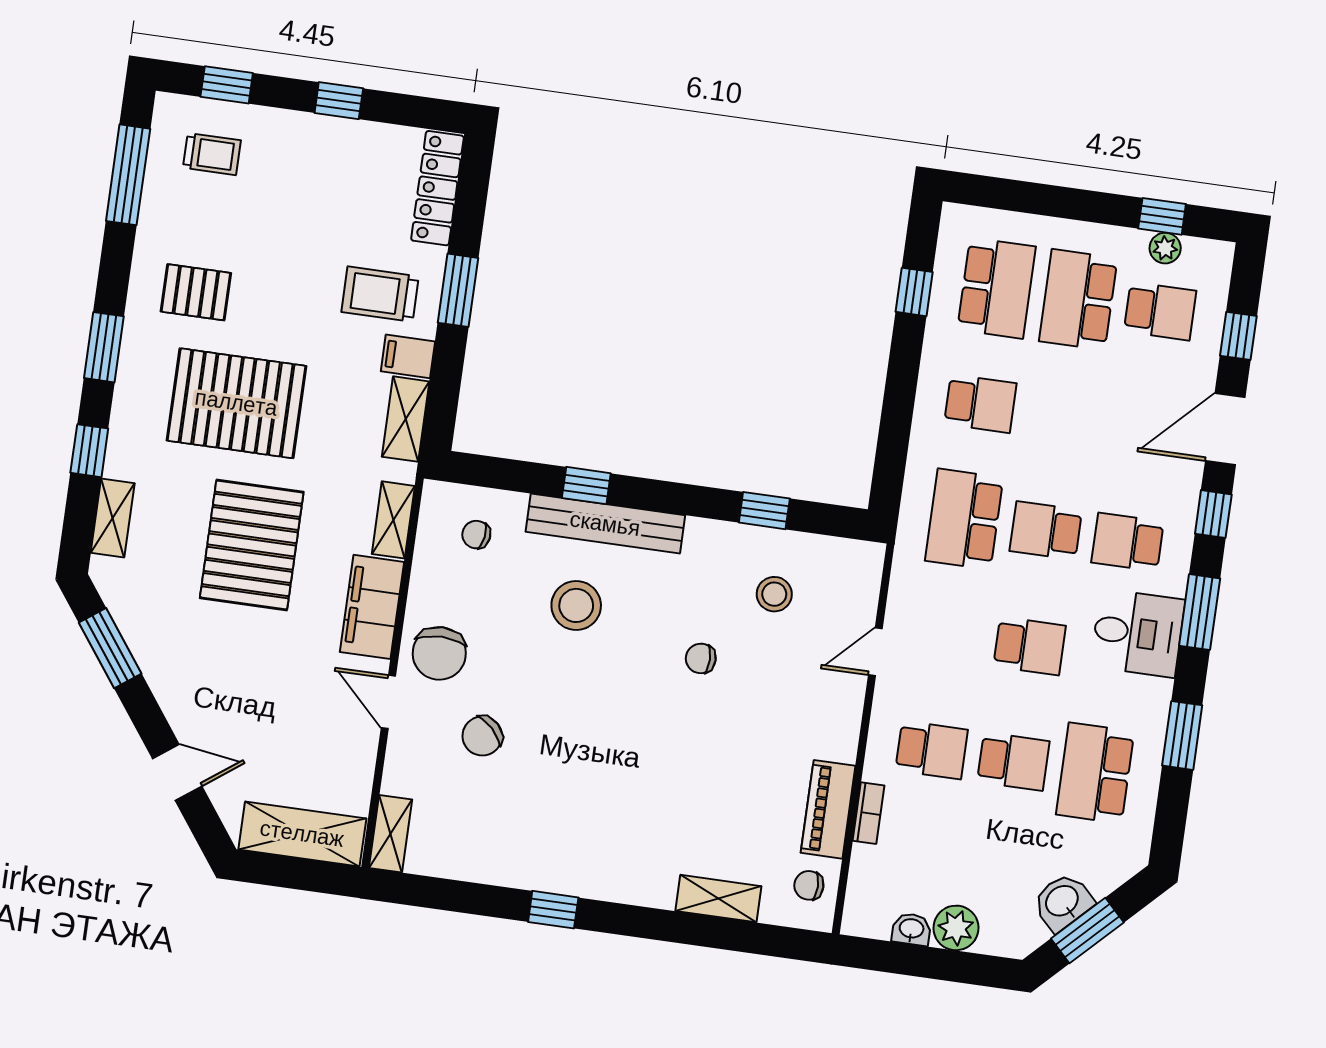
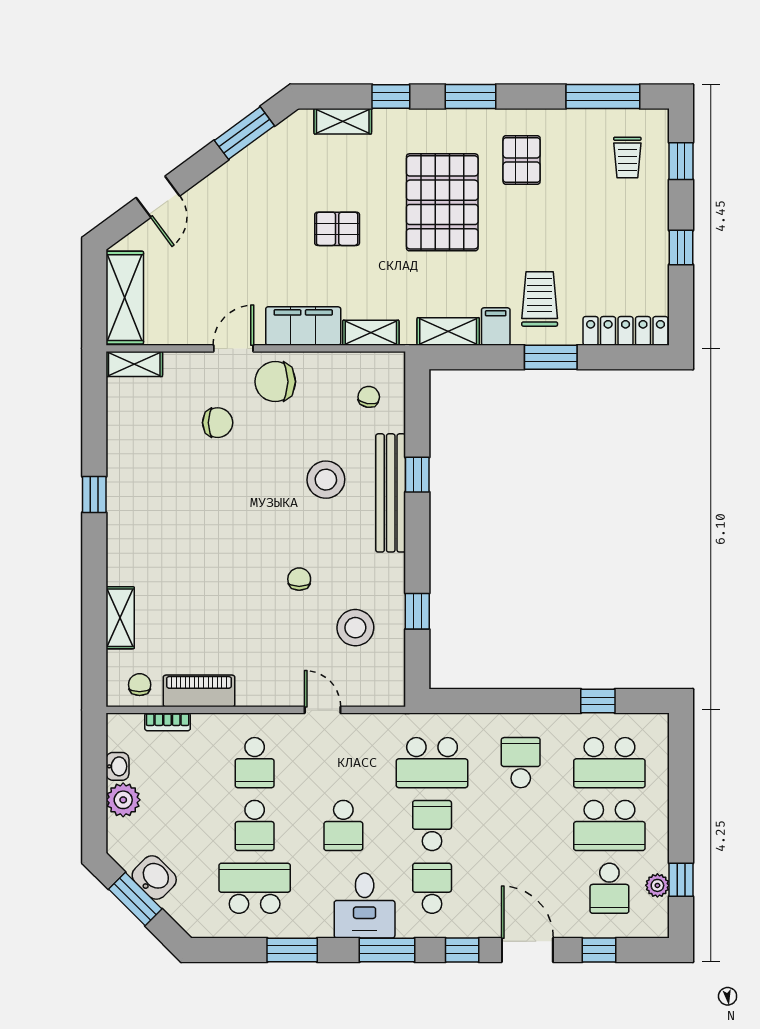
school desk: (1078, 300) -> (609, 825), turned 180
school desk: (980, 404) -> (521, 763), turned 180
school desk: (964, 519) -> (432, 763), turned 180
pallet: (252, 545) -> (337, 229), width x0.49, depth x0.50
stool: (774, 594) -> (355, 628), width x1.38, depth x1.38
chair: (482, 736) -> (218, 423), turned 135
bookcase: (869, 813) -> (168, 722), moved

